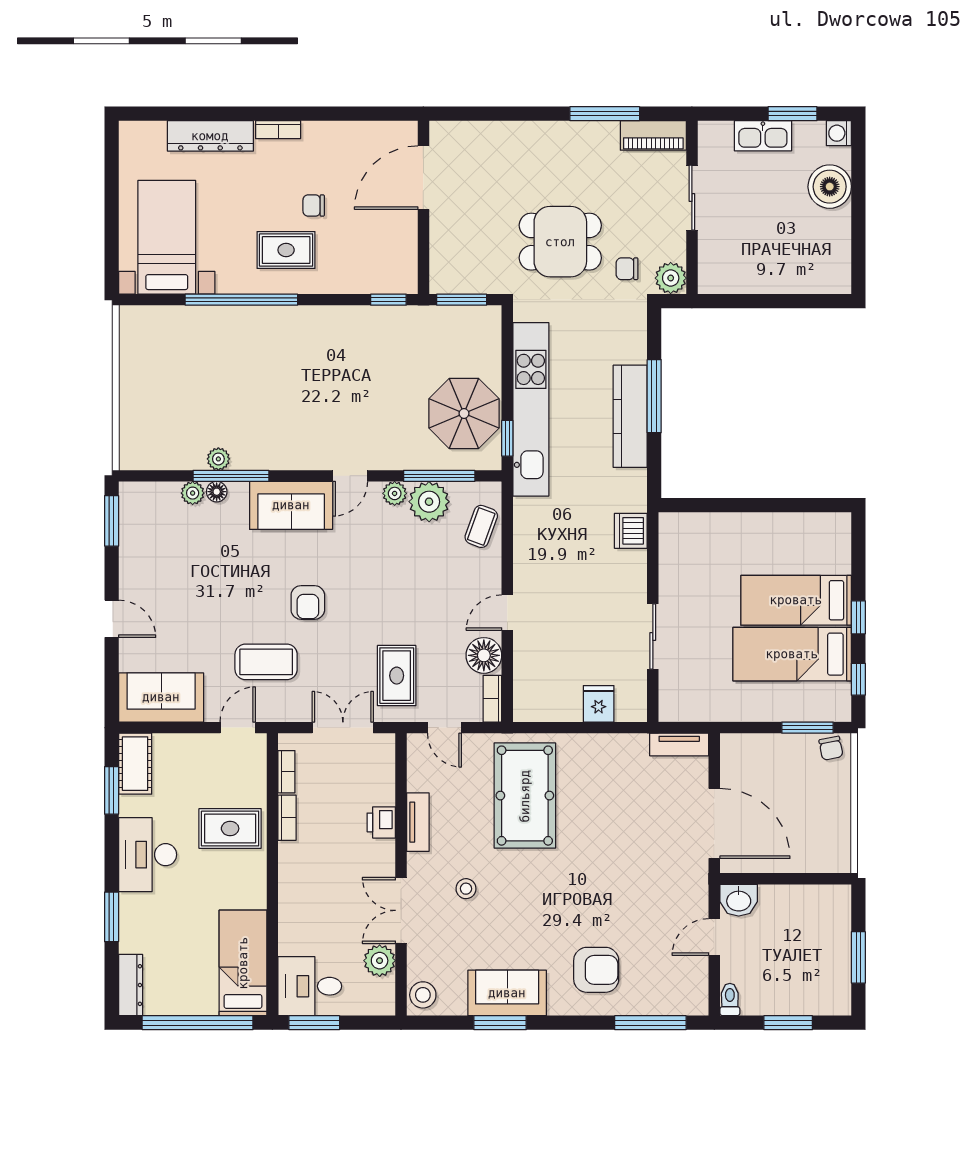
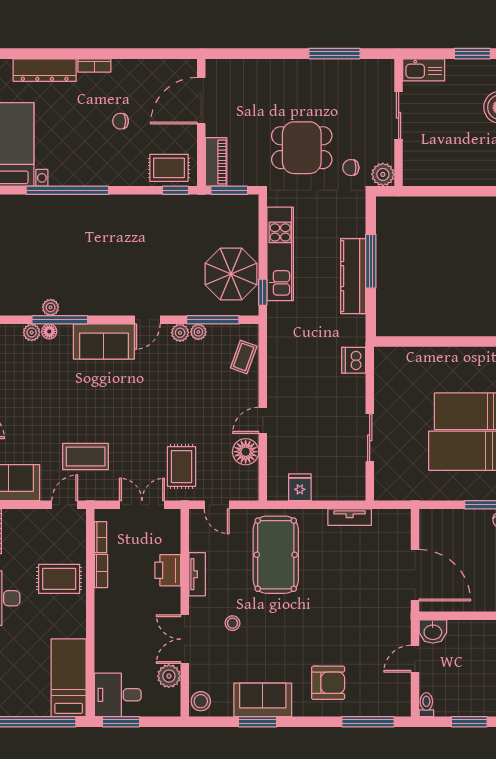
piano: (653, 135) -> (216, 162), moved, turned -90
kitchen sink: (763, 136) -> (424, 70), moved
rug: (286, 250) -> (169, 168), moved
kitchen unit: (531, 409) -> (280, 254), width x0.73
plant: (429, 502) -> (198, 332), width x0.53, depth x0.53
armchair: (308, 602) -> (116, 413), removed
bookcase: (492, 699) -> (252, 484), removed
fridge: (599, 704) -> (300, 487), moved
tv unit: (679, 744) -> (350, 517), moved
printer: (381, 822) -> (168, 570), width x1.36, depth x1.24

